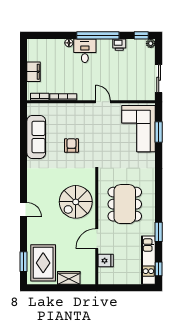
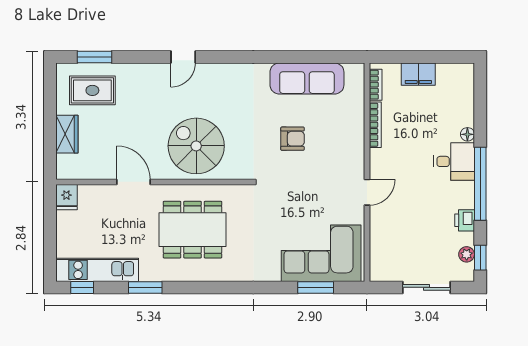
plant: (151, 43) -> (467, 254), moved
sliding door: (159, 79) -> (427, 287), moved
fridge: (106, 261) -> (66, 197), moved
rug: (43, 263) -> (92, 90), width x0.73, depth x0.70

